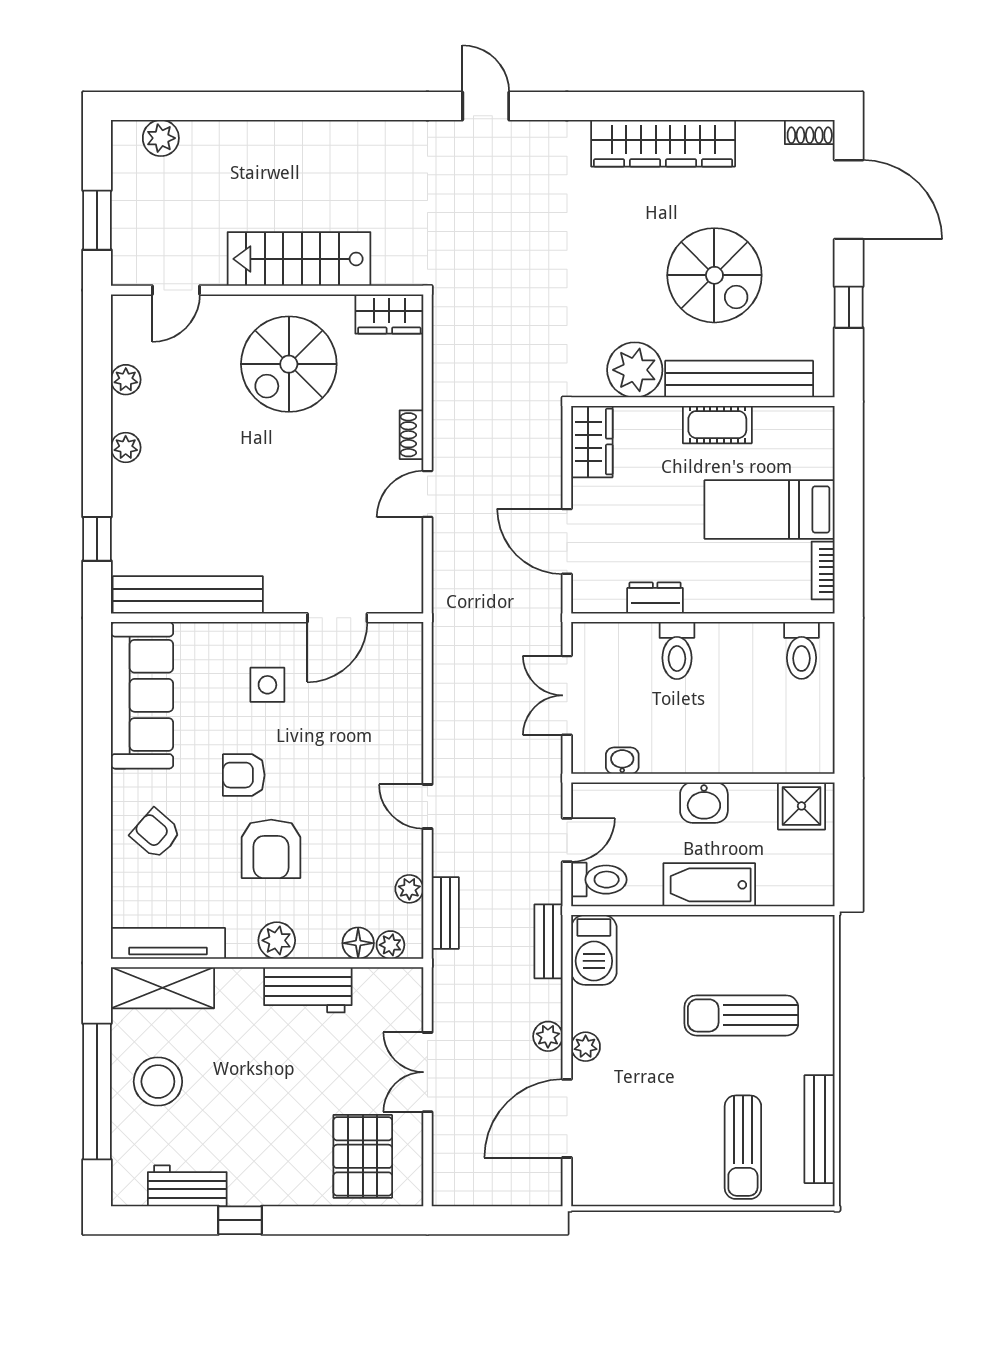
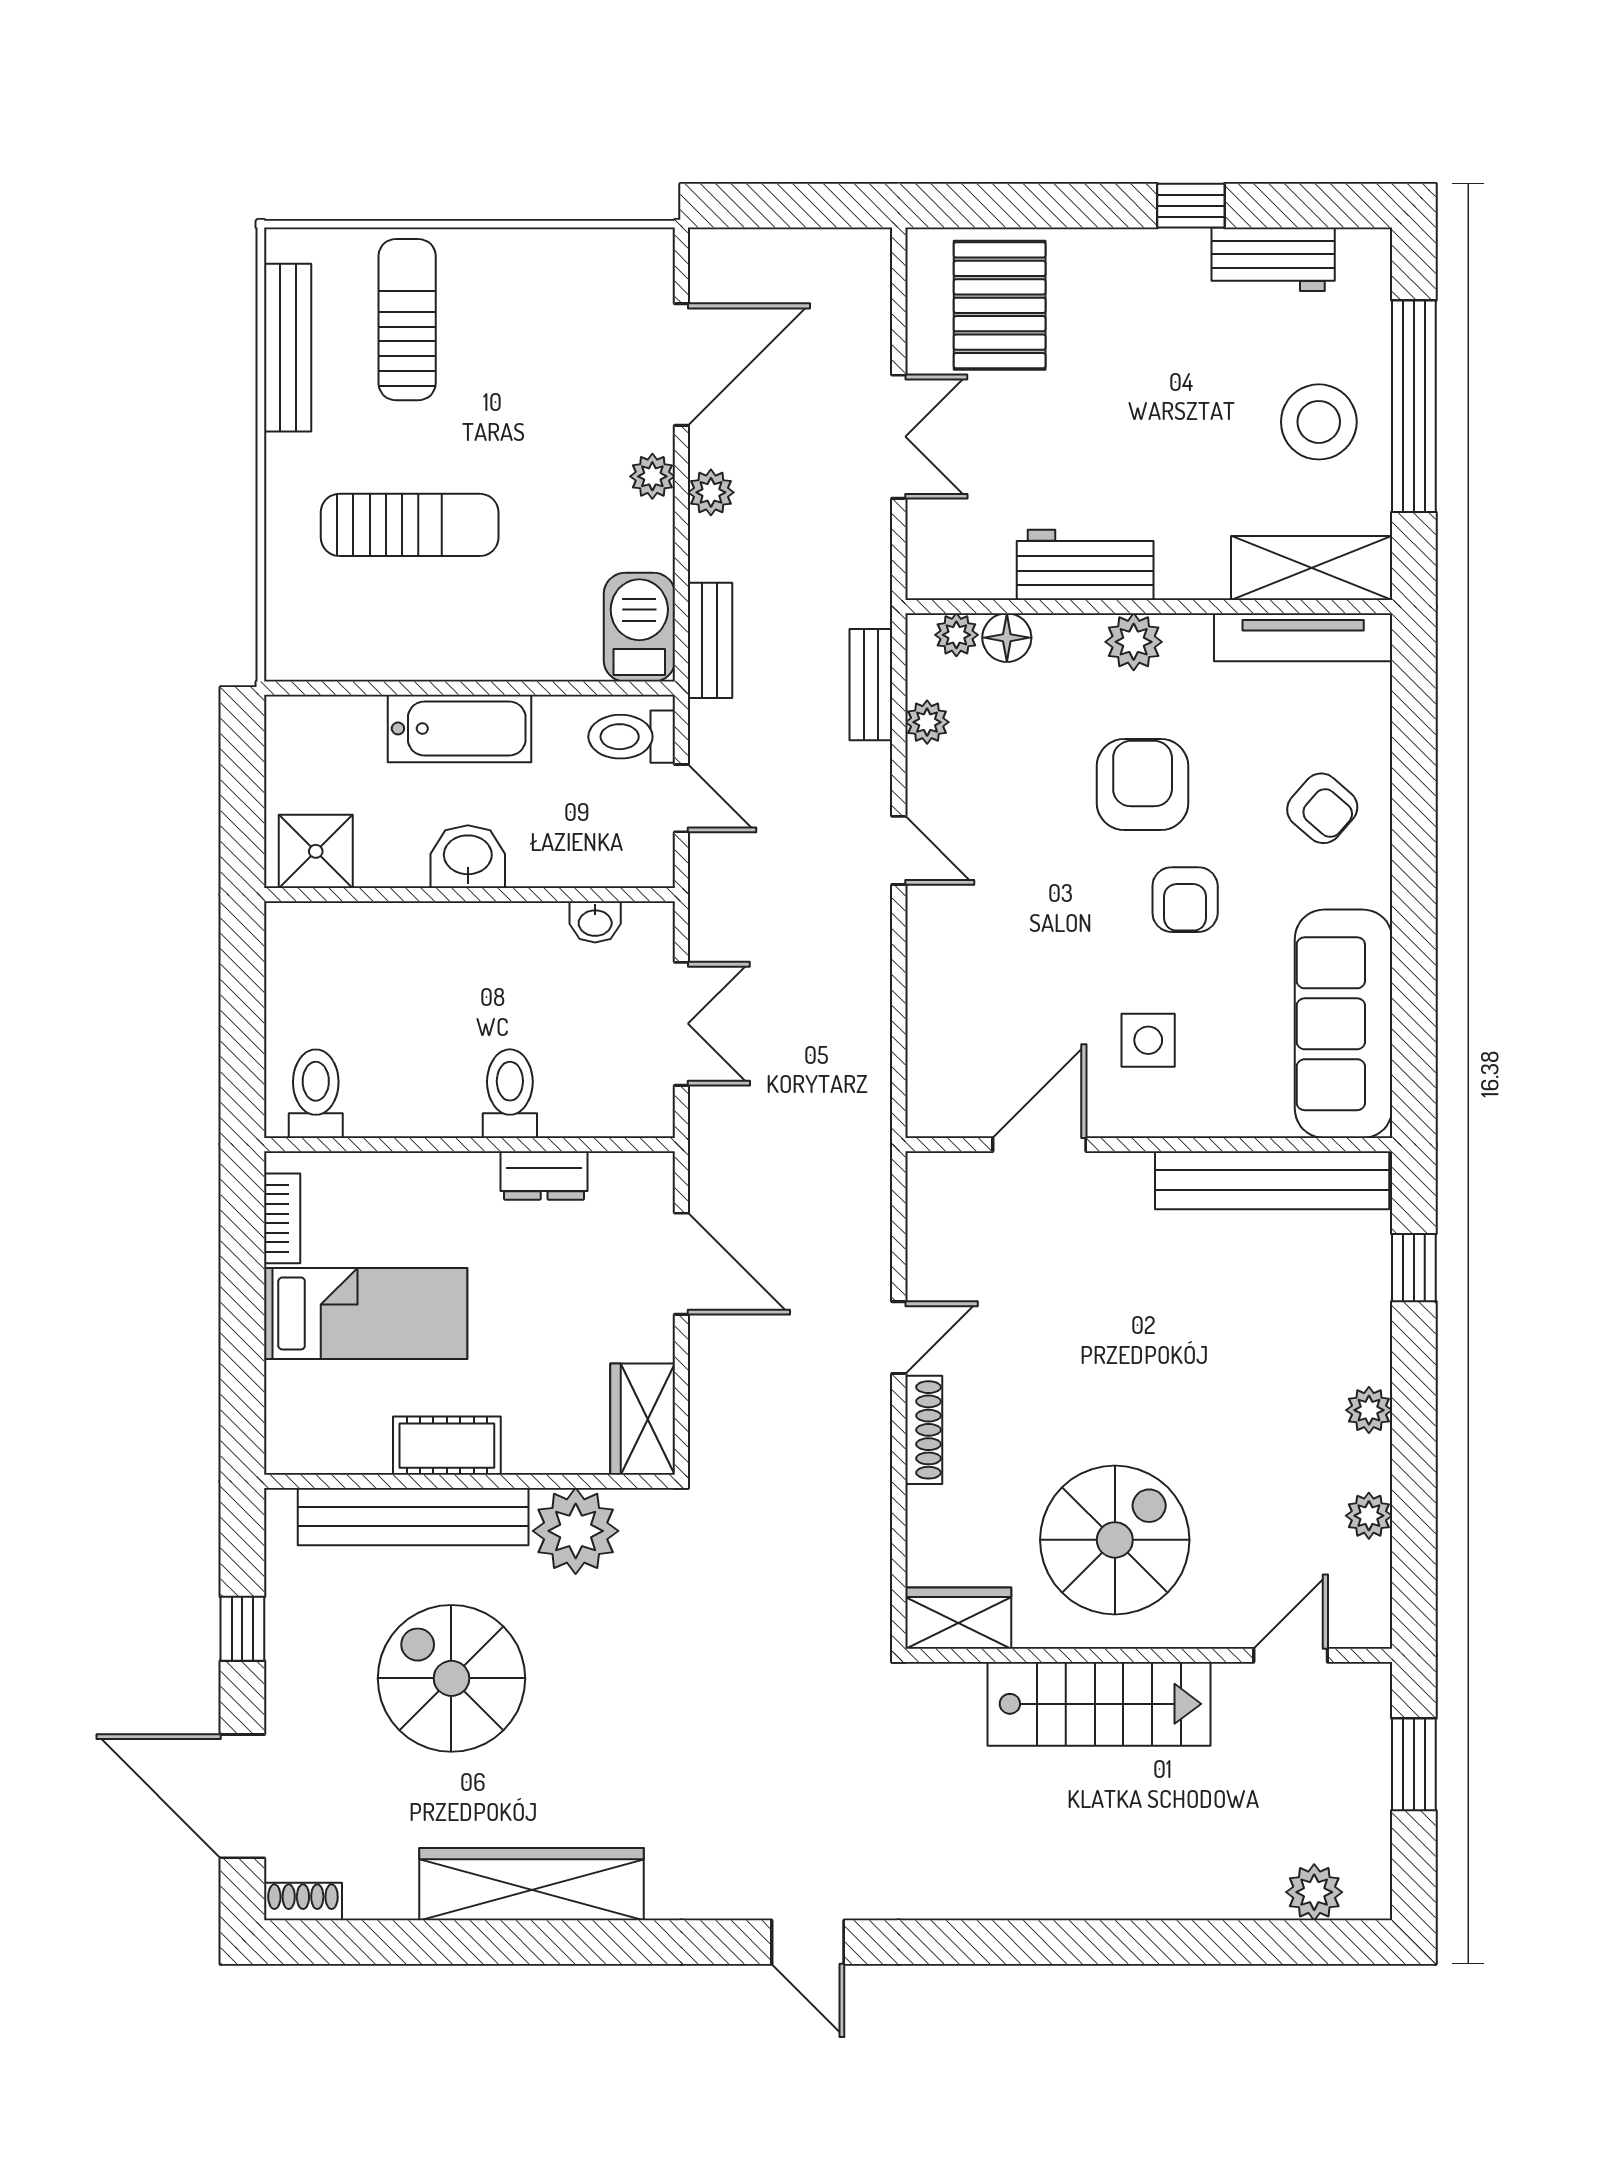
shoe rack: (411, 435) -> (924, 1430), width x1.43
armchair: (244, 775) -> (1185, 900), turned 90
door: (567, 840) -> (681, 798), swing flipped

